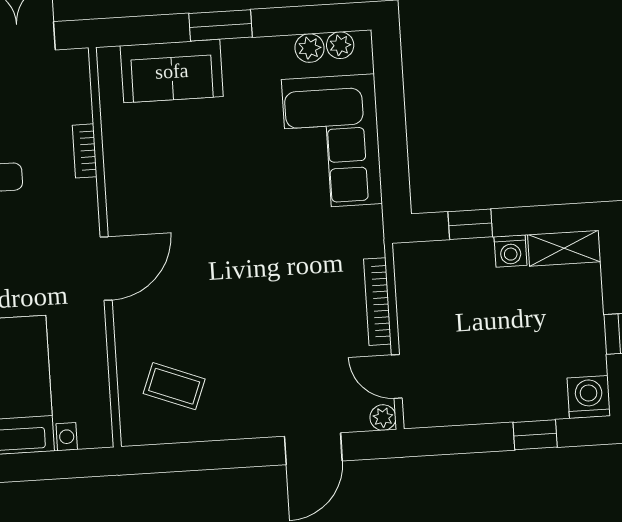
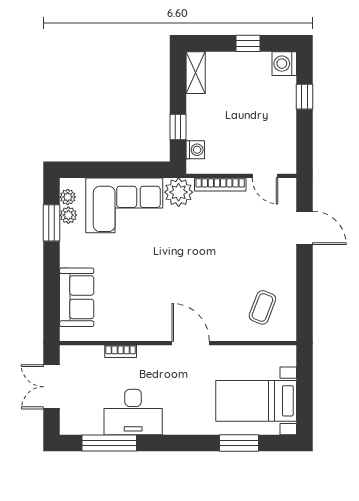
window: (220, 25) -> (52, 223), moved
washing machine: (510, 251) -> (195, 150), moved
door: (397, 376) -> (265, 176), hinge flipped
plant: (383, 418) -> (179, 192), moved, width x1.88, depth x1.88

